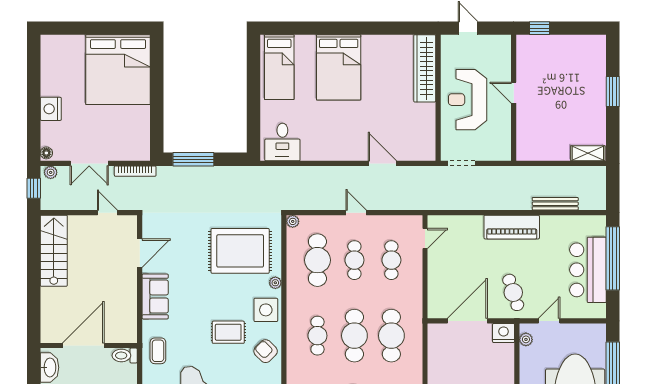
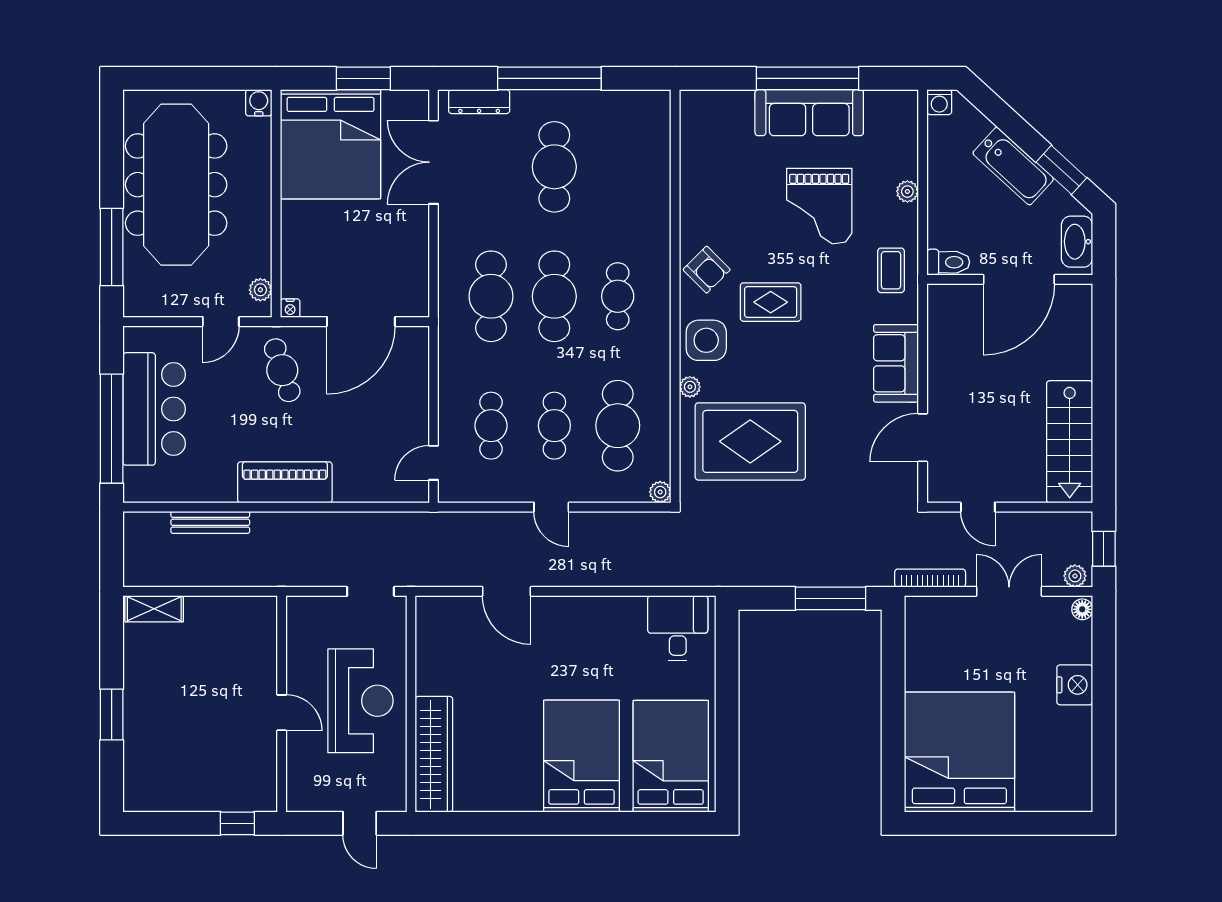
bed: (279, 67) -> (671, 756), width x1.50
nightstand: (504, 333) -> (290, 308), width x0.53, depth x0.56

